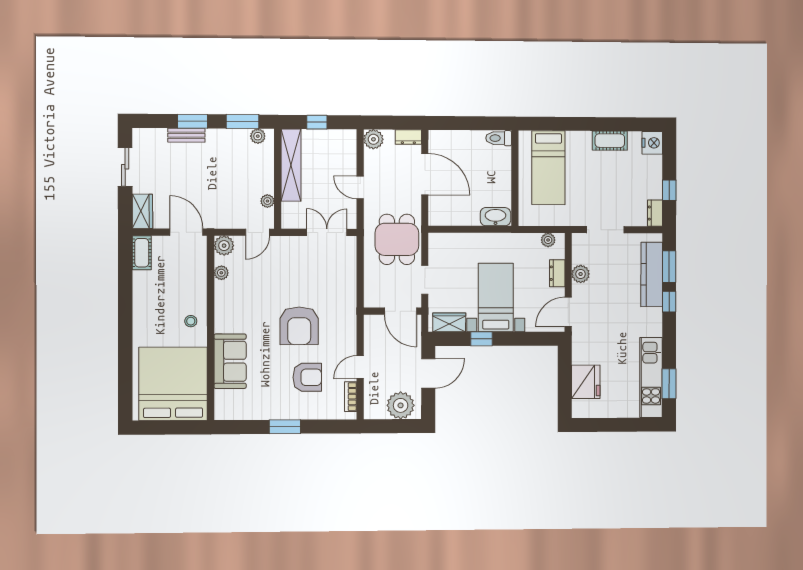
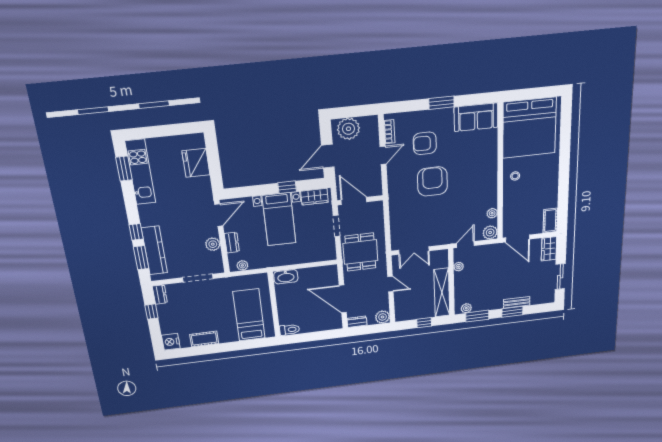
sofa: (230, 361) -> (476, 117), moved, turned -90

